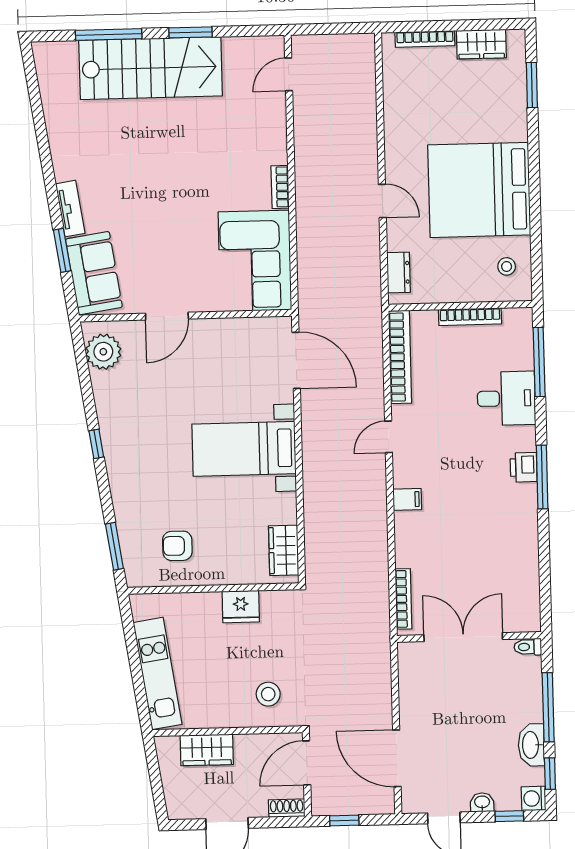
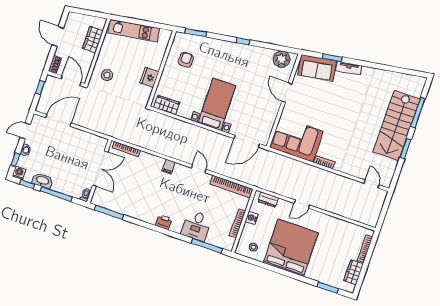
nightstand: (448, 292) -> (252, 218), added
window: (542, 477) -> (109, 212), moved

